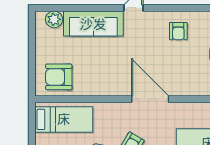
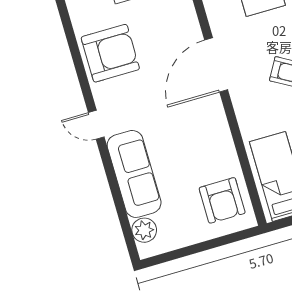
armchair: (178, 31) -> (110, 53), width x1.88, depth x1.88

